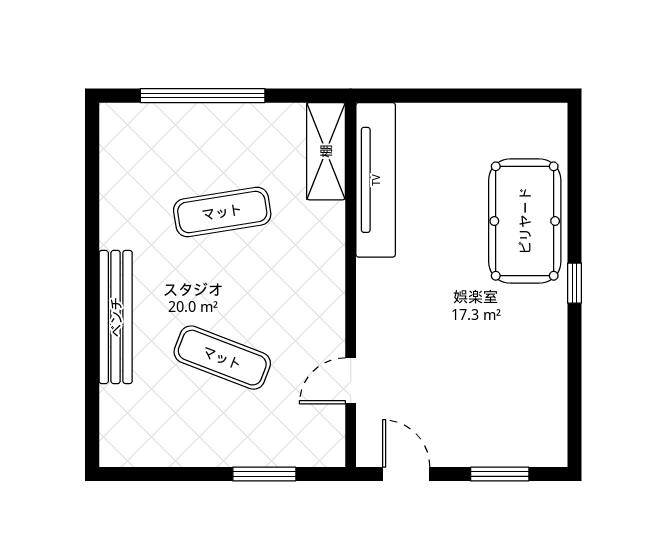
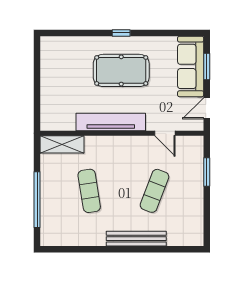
tv unit: (376, 180) -> (111, 122), moved
pool table: (525, 221) -> (121, 70), moved
sofa: (500, 438) -> (191, 66), added

